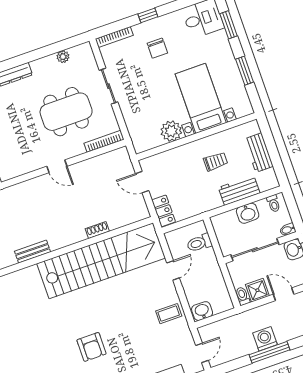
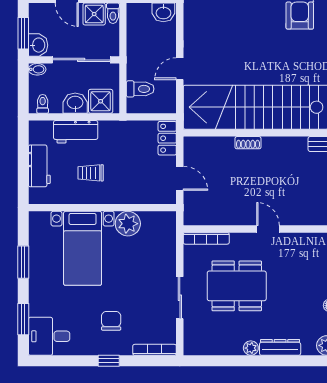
plant: (63, 57) -> (251, 348), moved
shower: (228, 222) -> (101, 101), added
coffee table: (169, 314) -> (201, 23), removed

